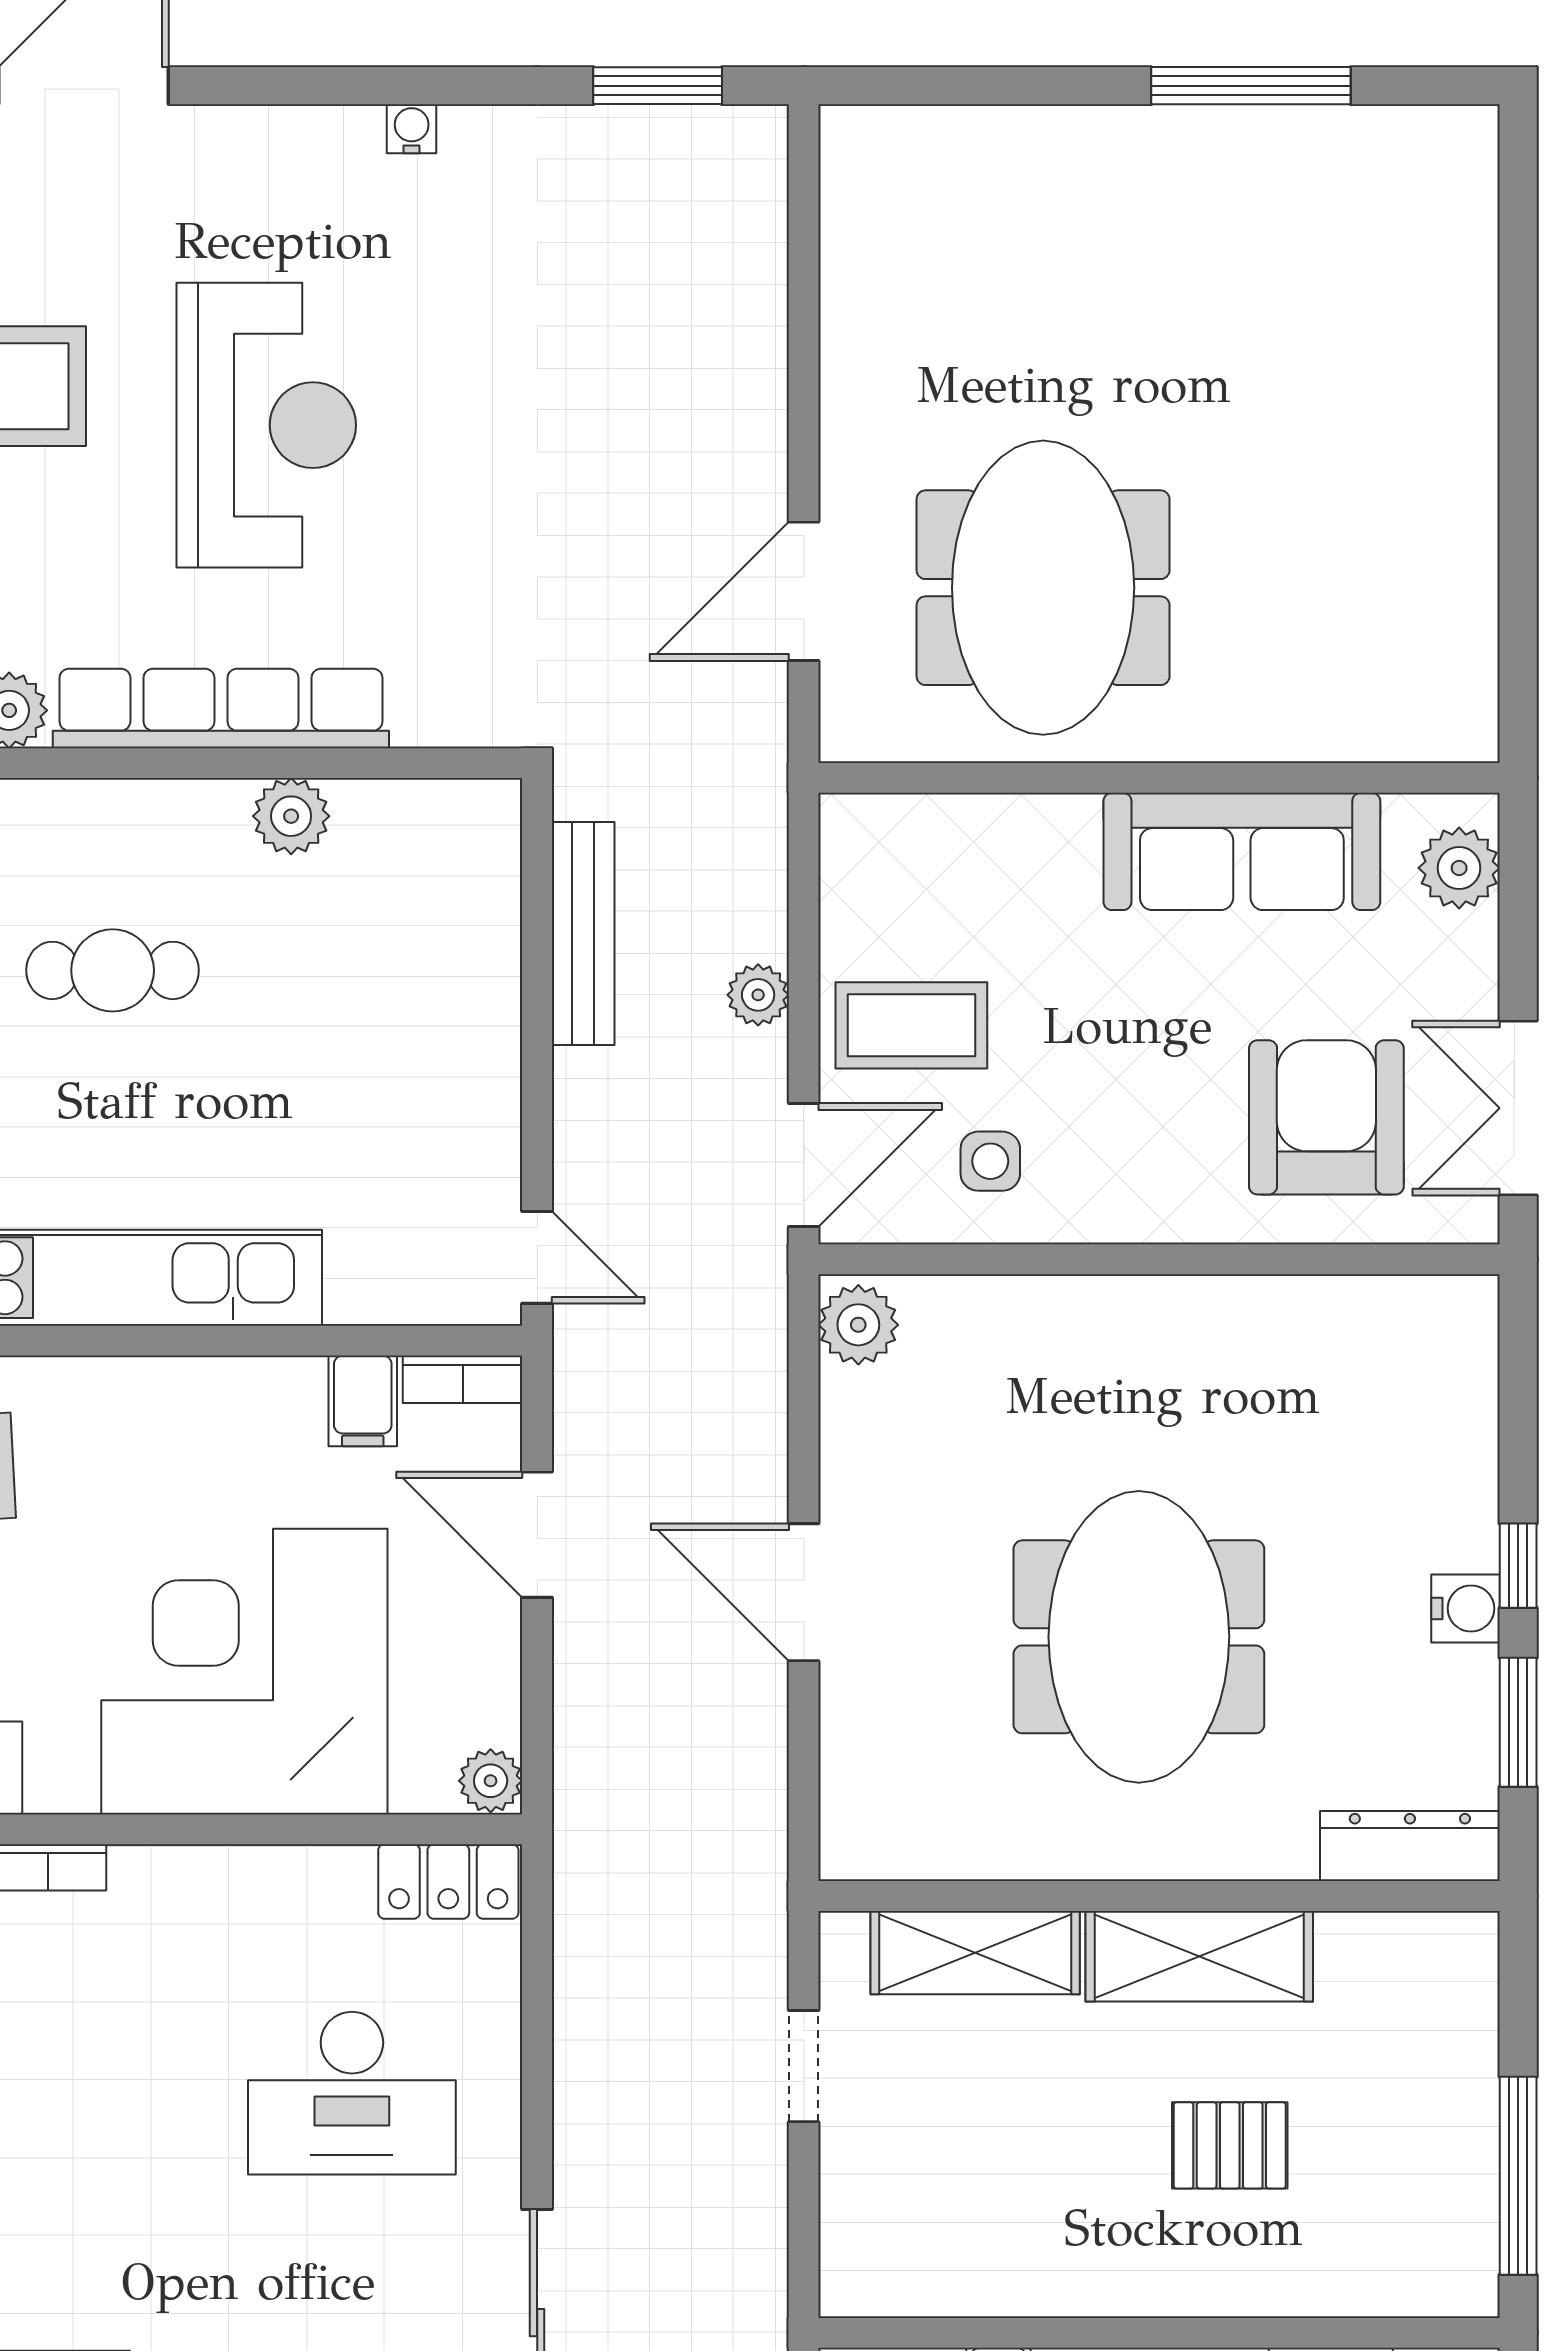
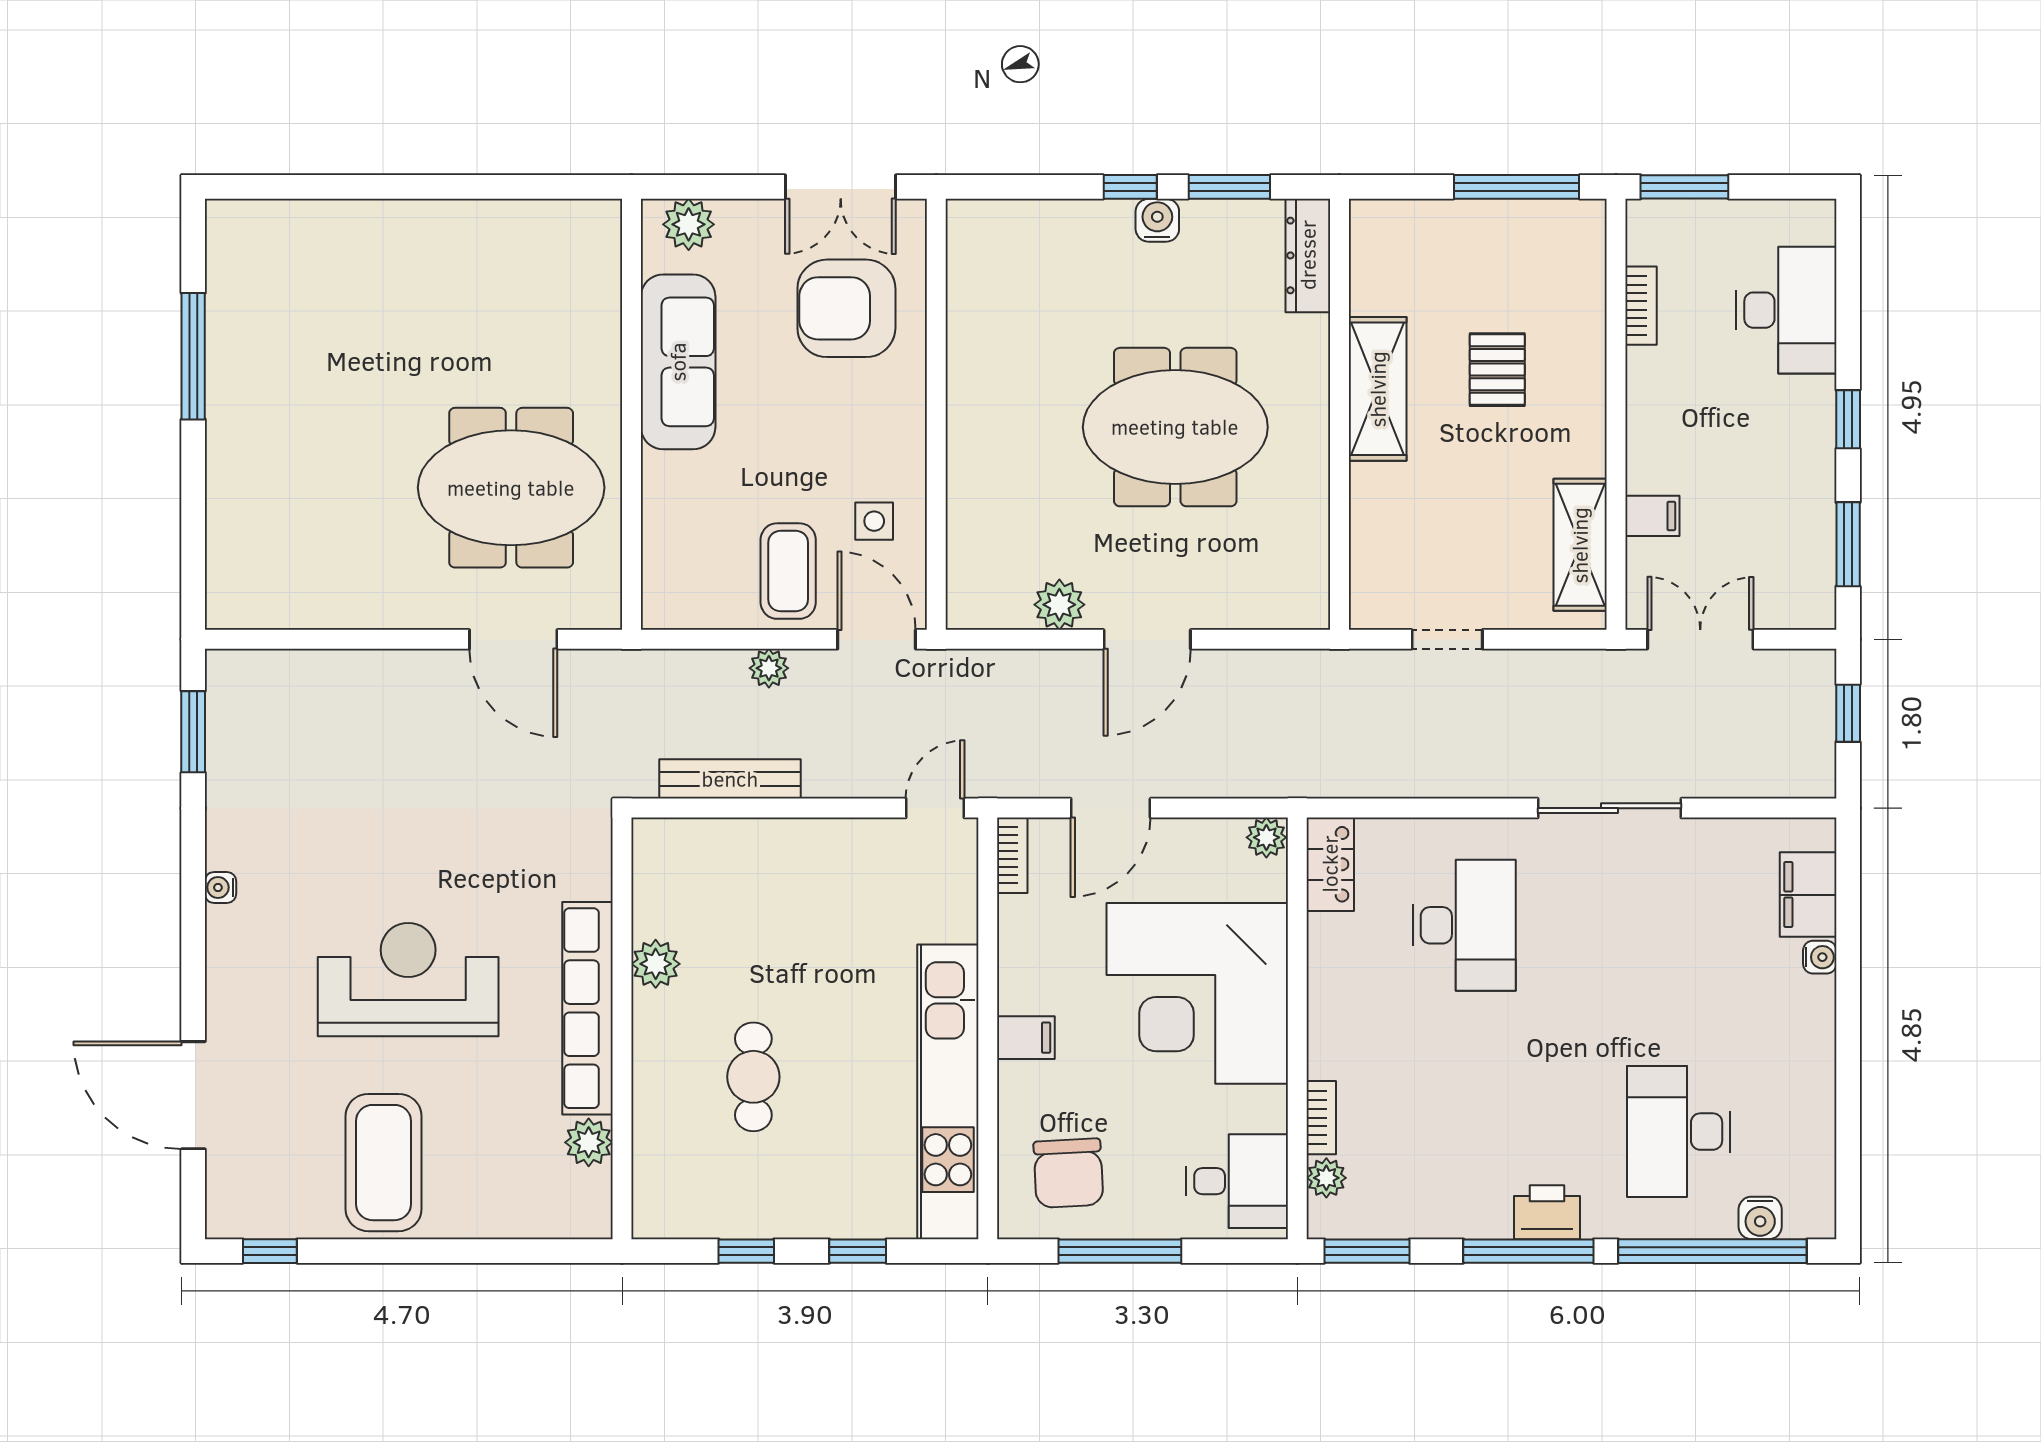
plant: (858, 1325) -> (1059, 605), moved
filing cabinet: (363, 1401) -> (1026, 1038), moved
shelving: (975, 1953) -> (1580, 545), moved

